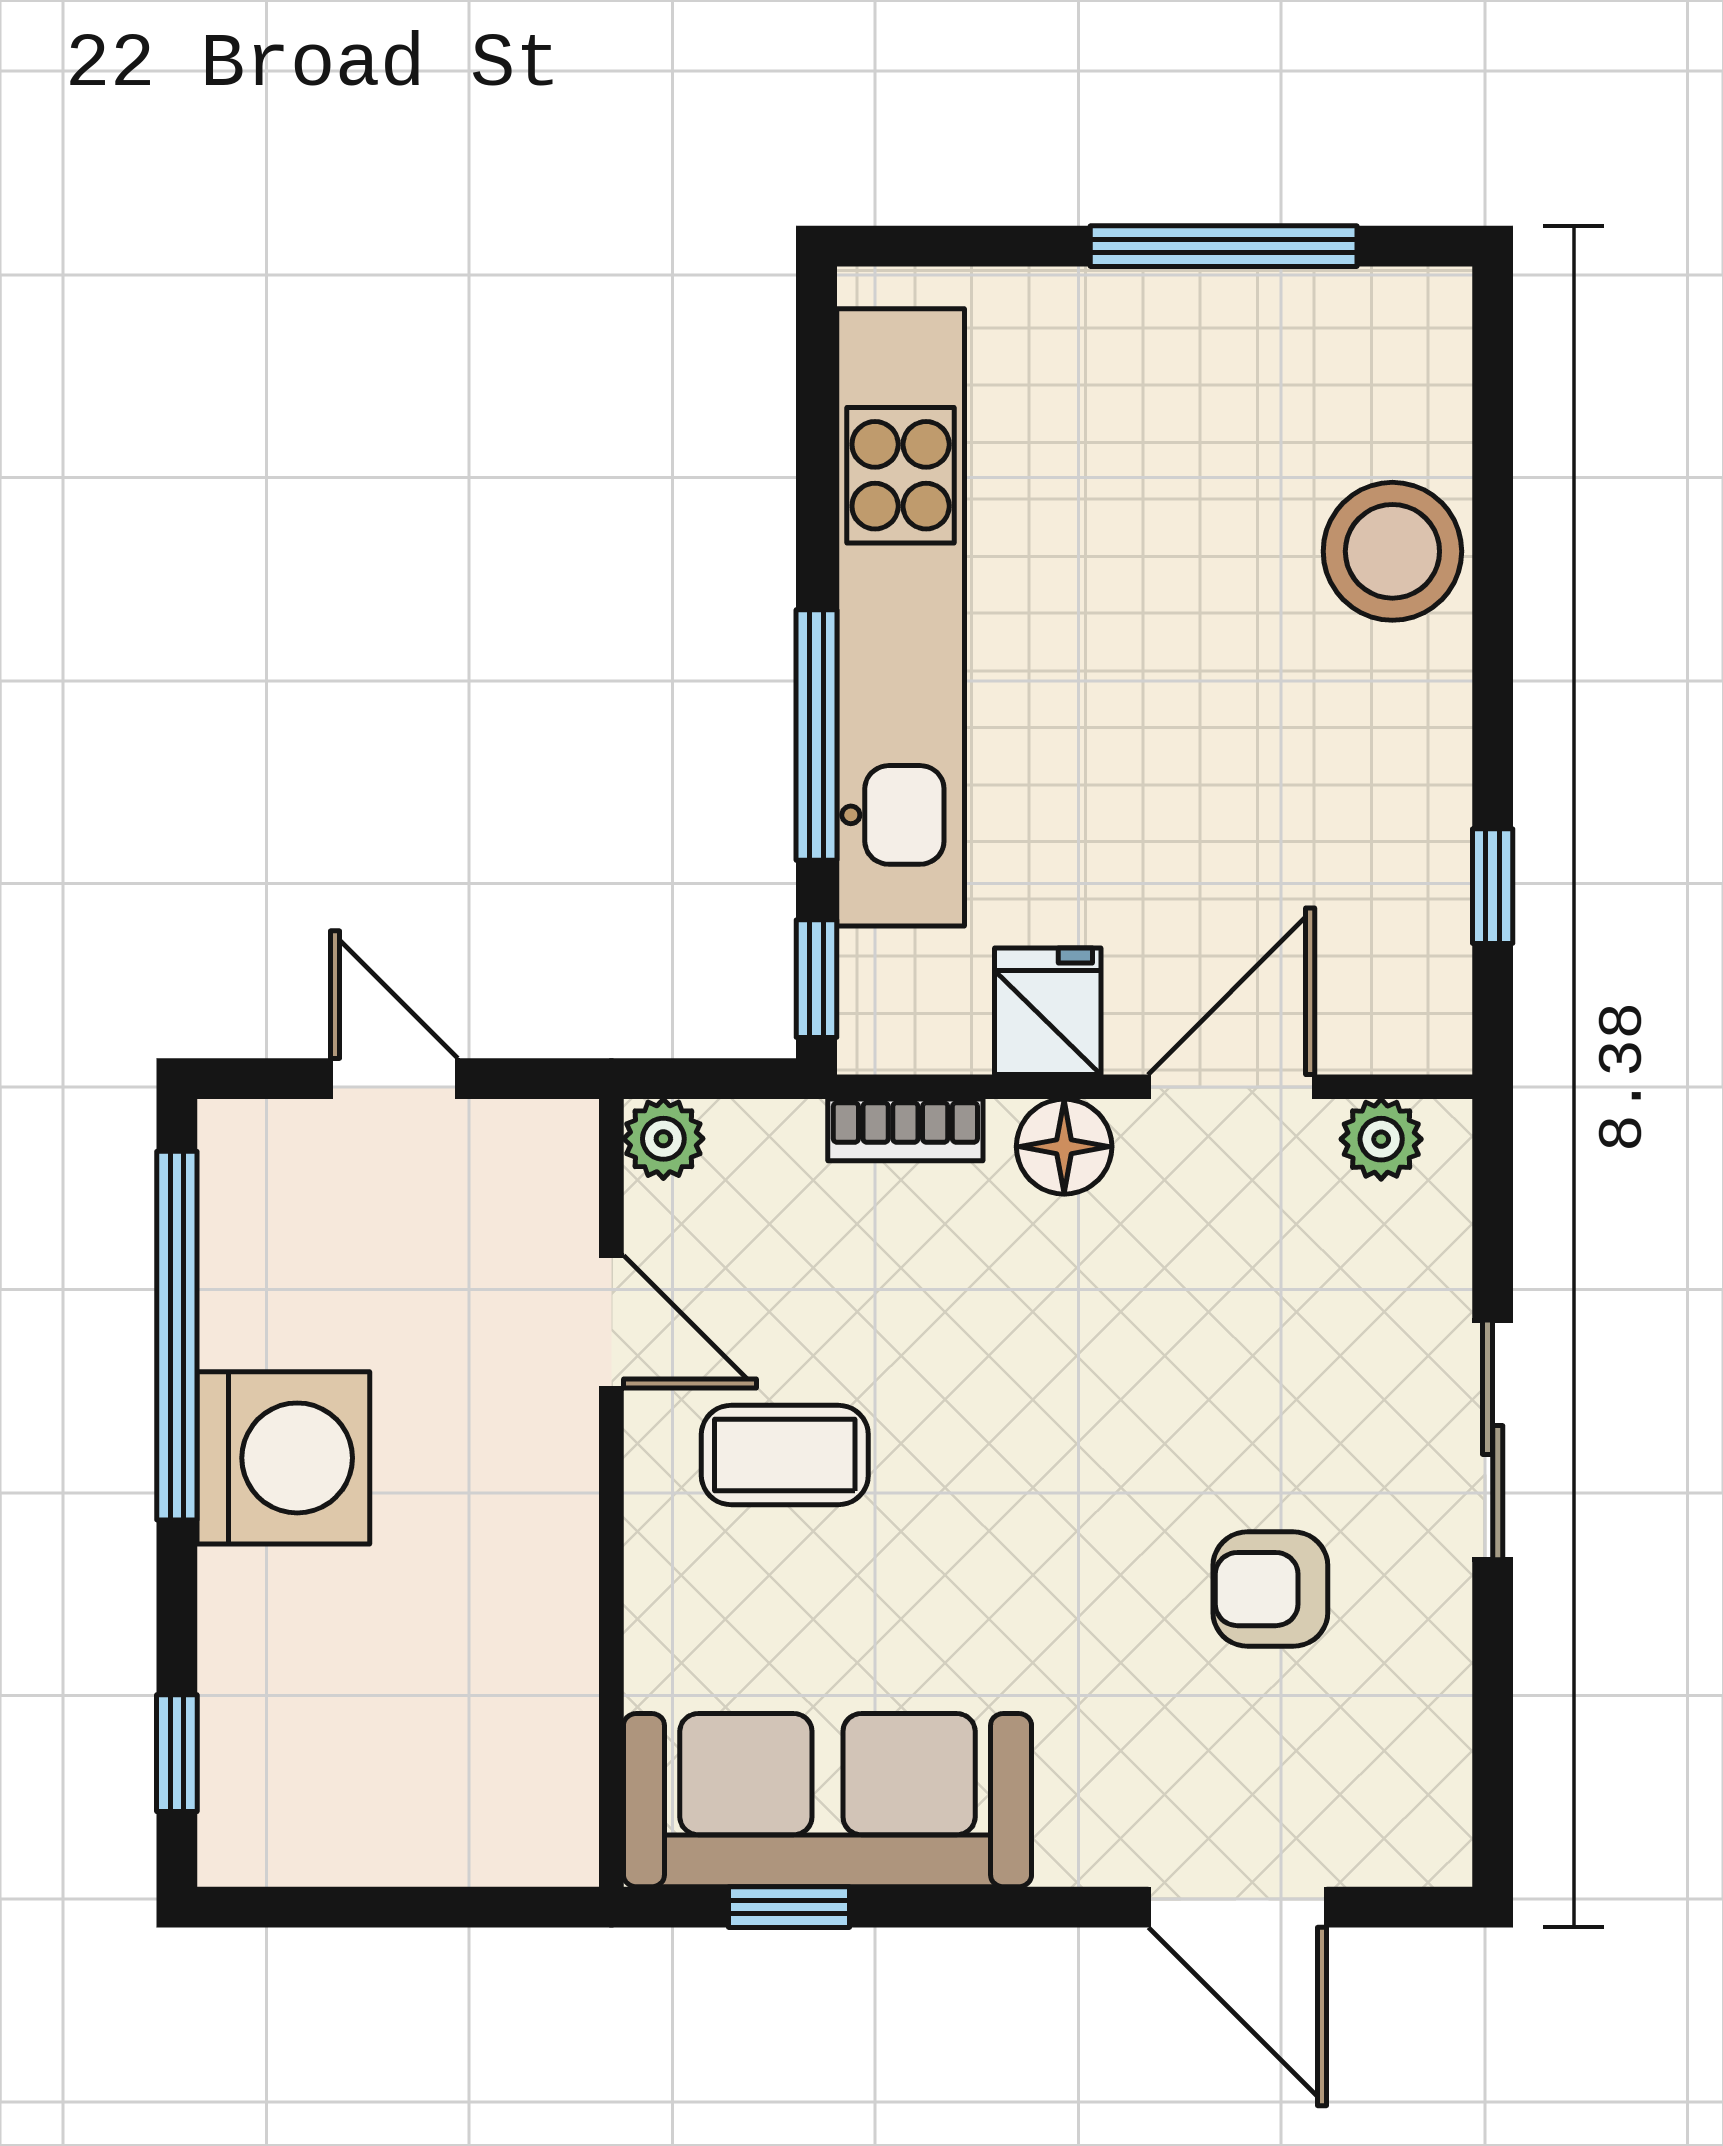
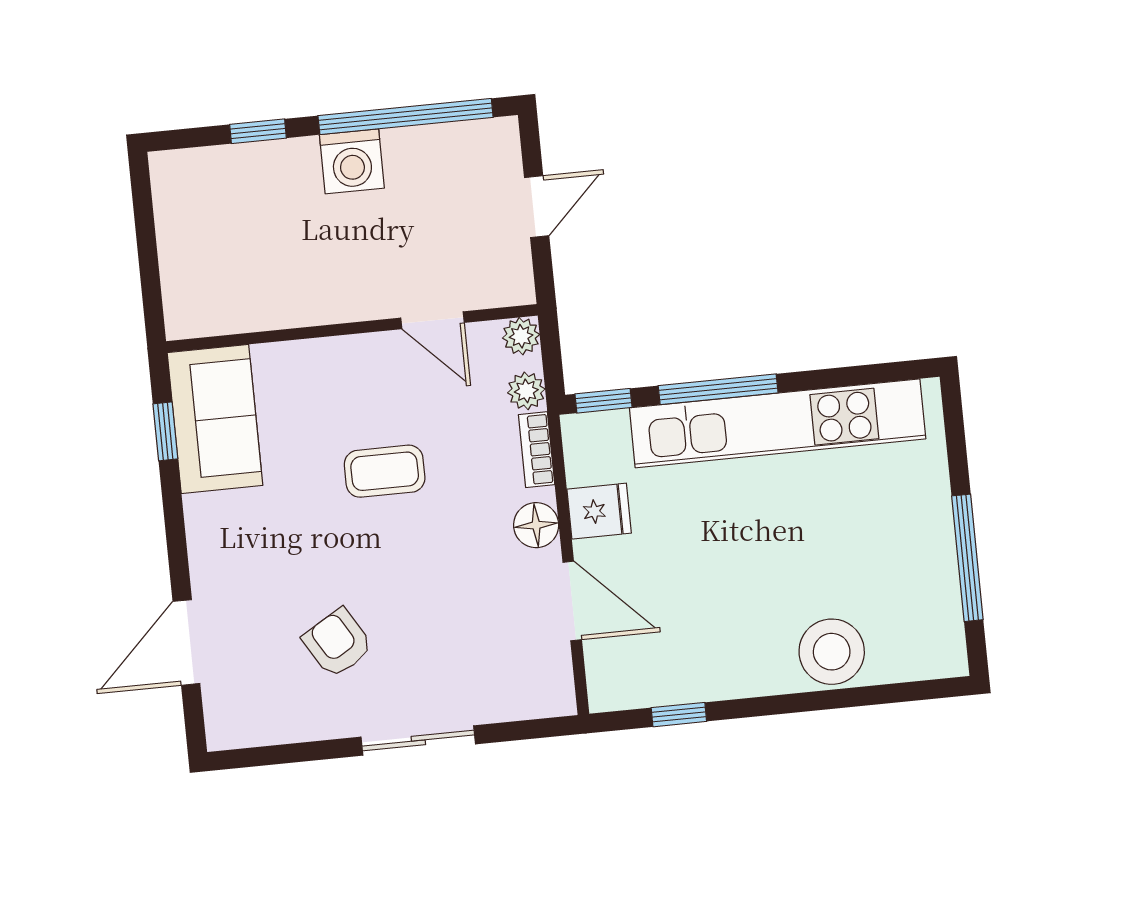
plant: (1381, 1139) -> (526, 391), moved
door: (611, 1322) -> (433, 320), hinge flipped
coffee table: (785, 1455) -> (385, 471), moved, turned 90
washing machine: (283, 1458) -> (352, 161), width x0.73, depth x0.73
armchair: (1270, 1589) -> (338, 643), turned -31
window: (177, 1753) -> (258, 131), moved
sofa: (827, 1800) -> (215, 419), width x0.73

